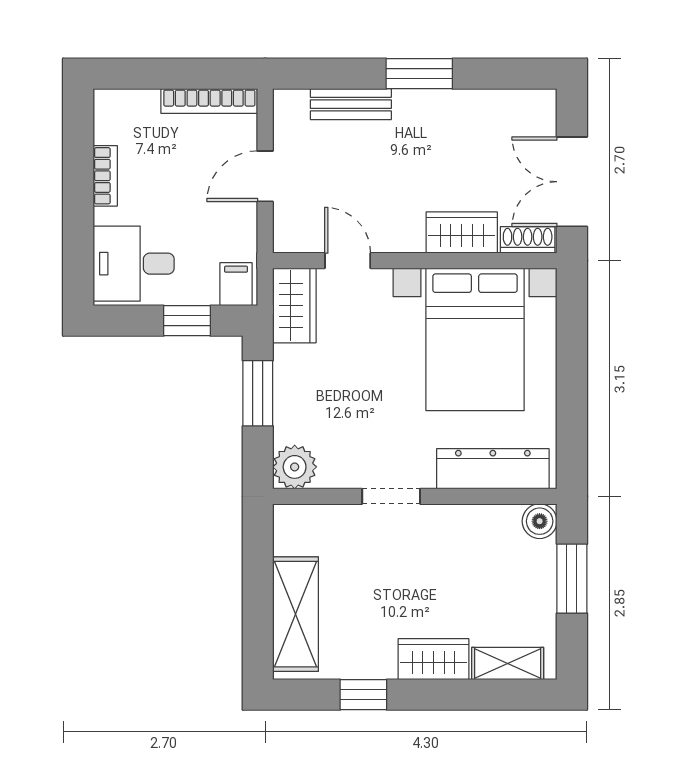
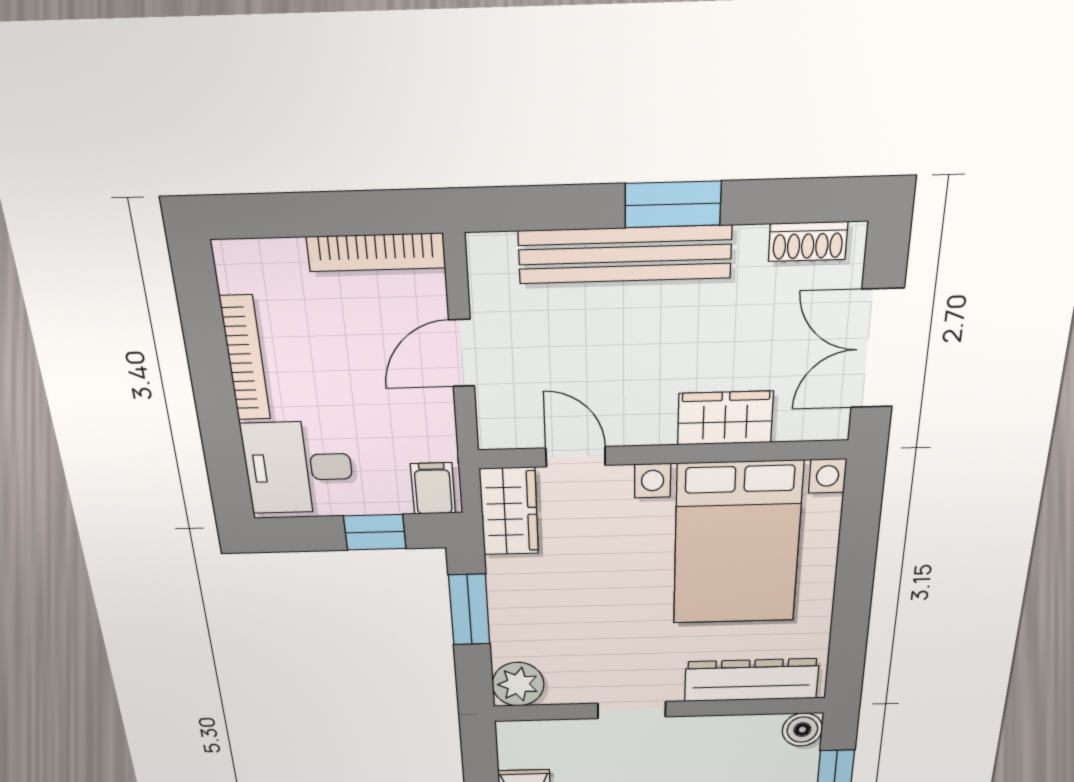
bench: (351, 104) -> (625, 254), width x1.86, depth x1.21
bookcase: (105, 176) -> (245, 358), width x1.56
shoe rack: (528, 240) -> (808, 242), moved, turned 180

